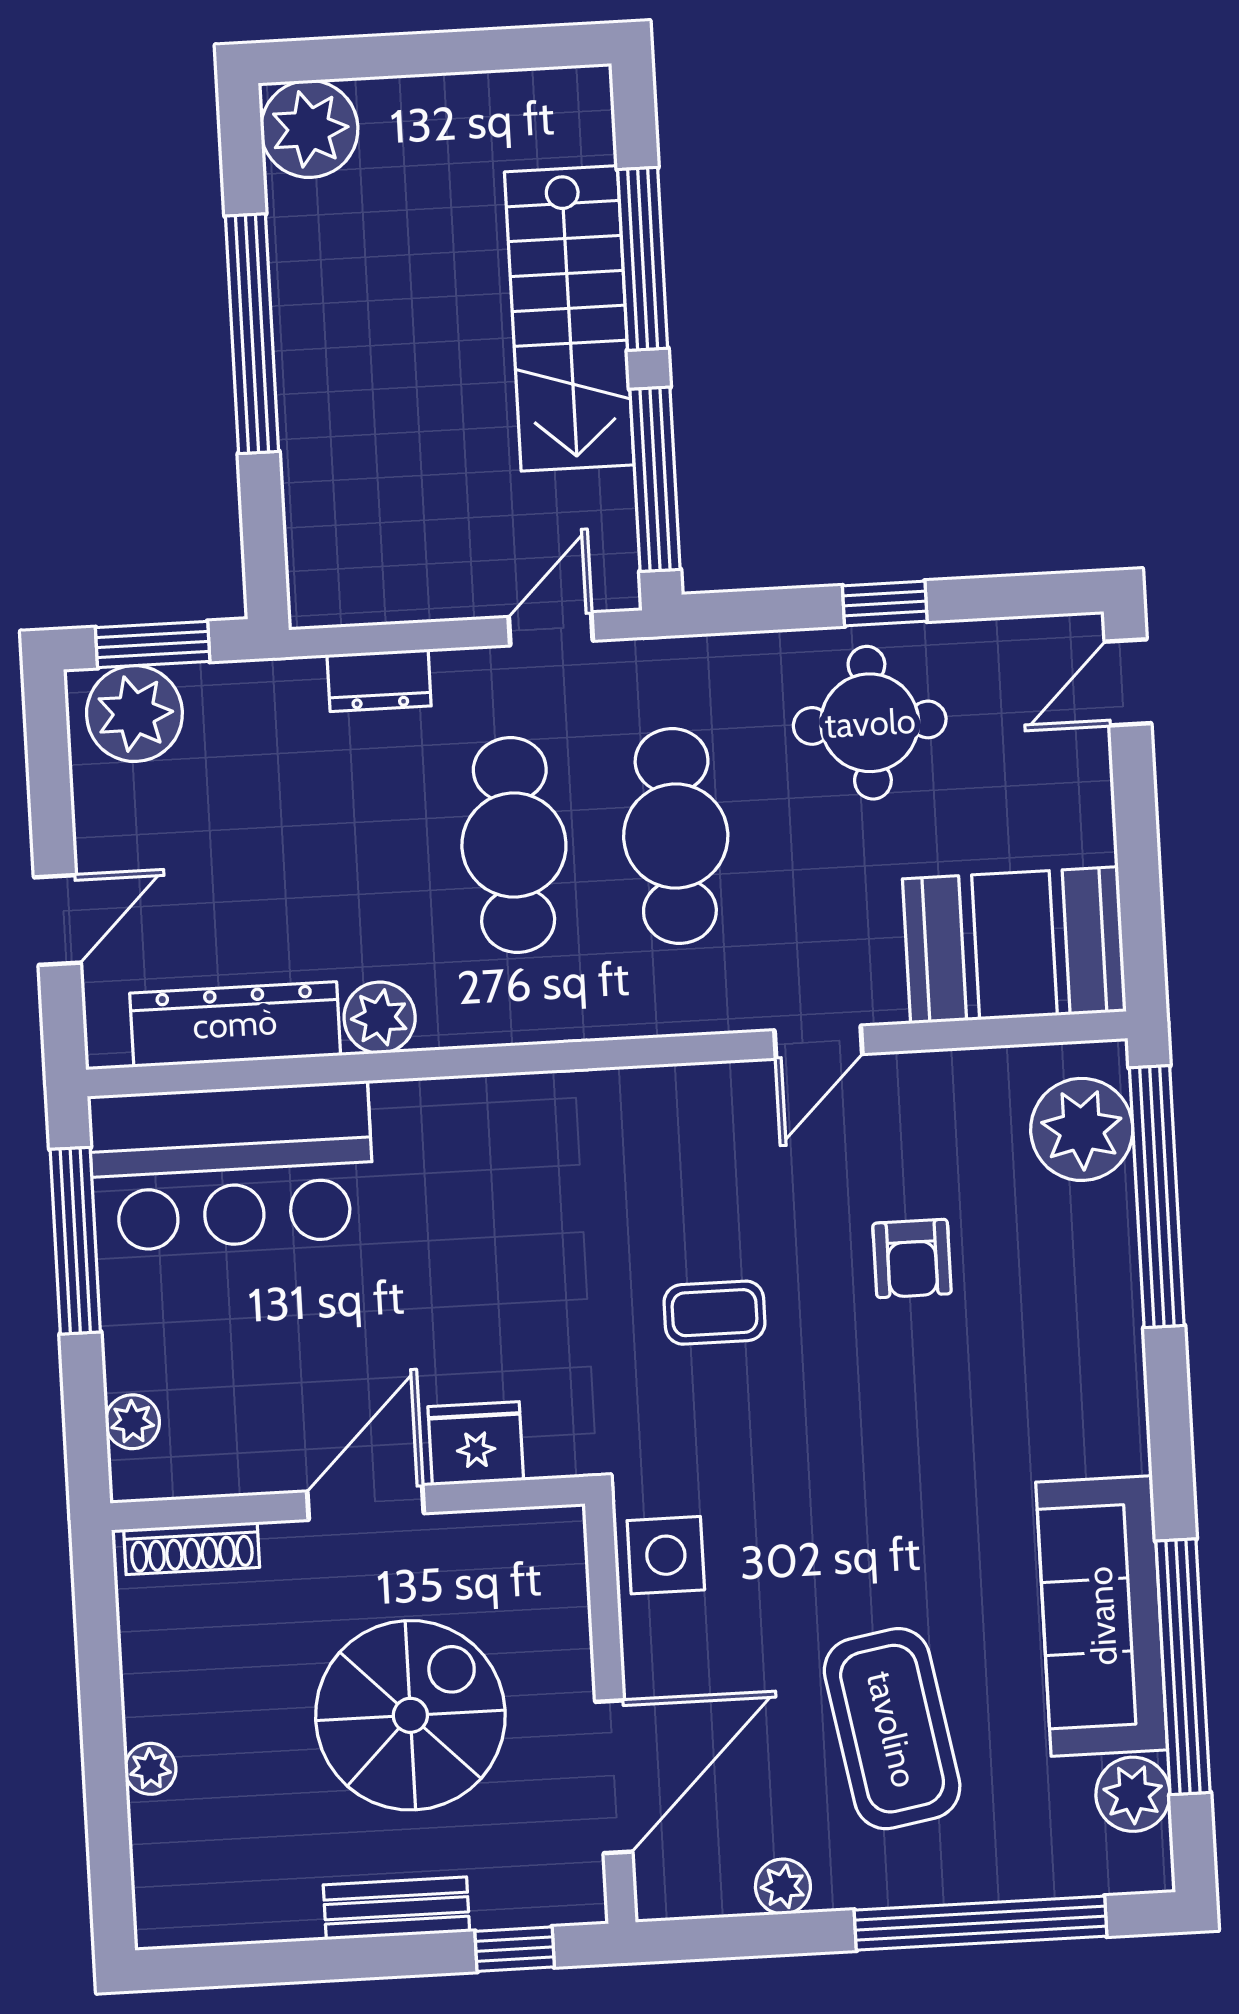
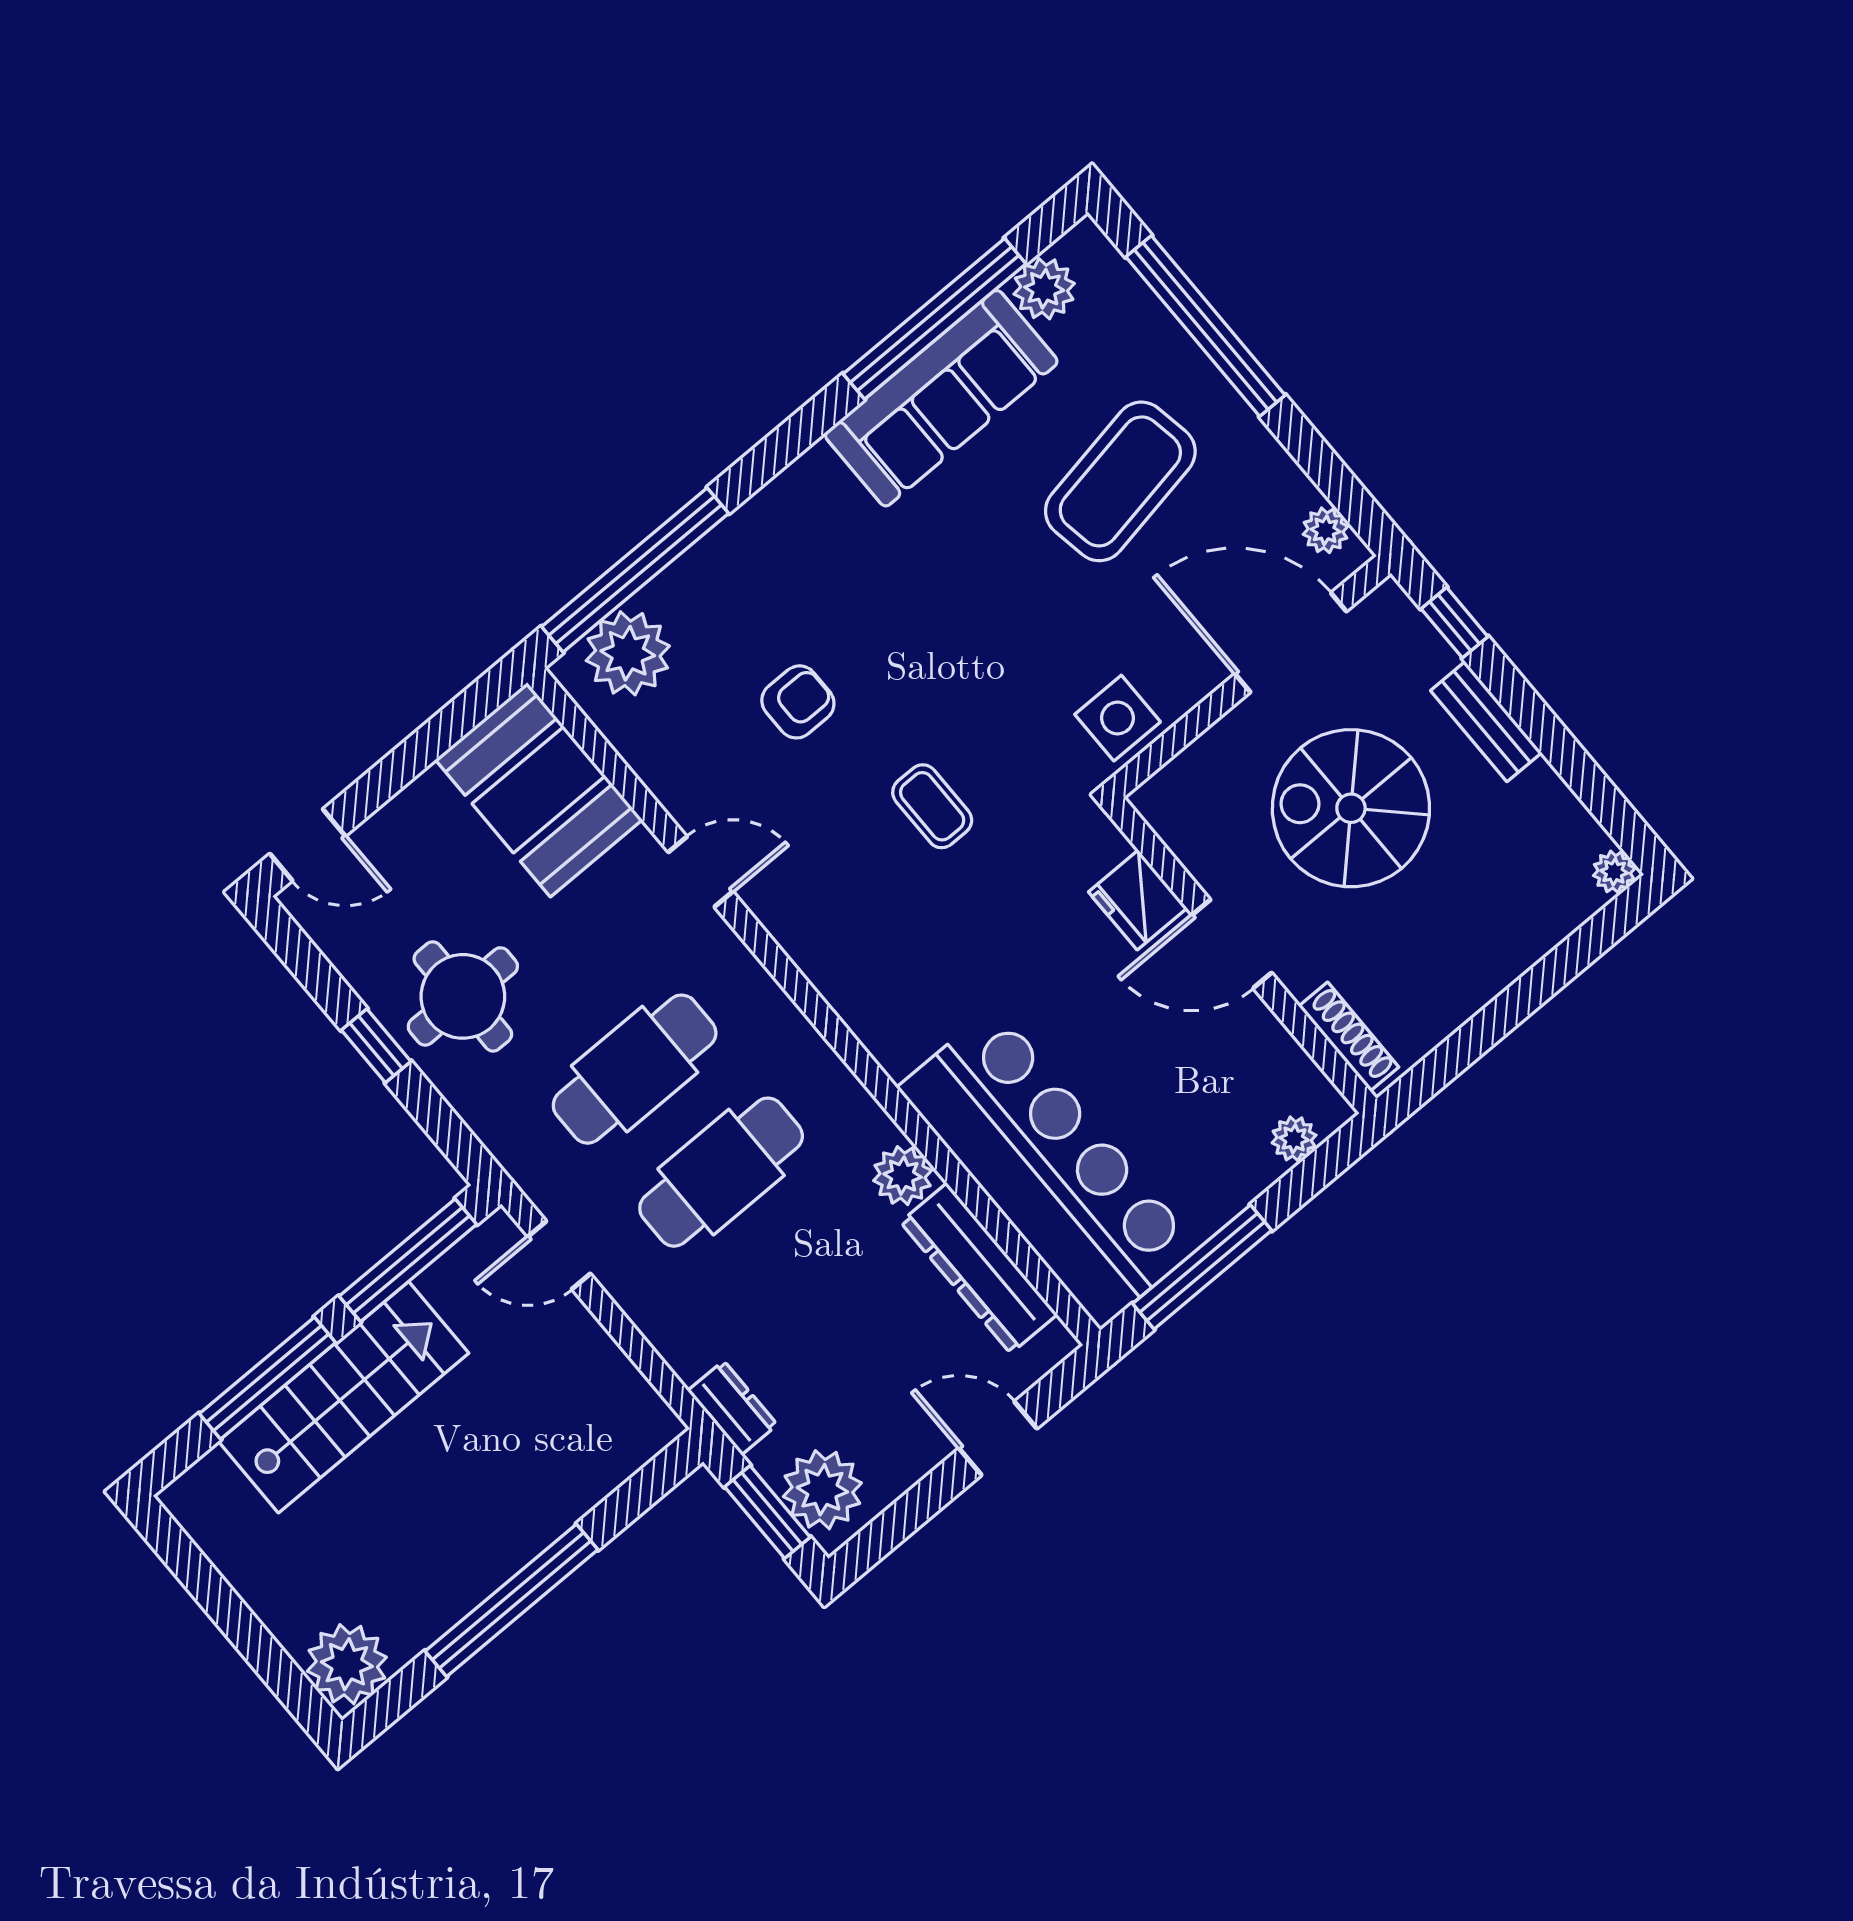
dresser: (379, 680) -> (732, 1408), moved
bar counter: (232, 1166) -> (1048, 1168), width x1.36
plant: (150, 1769) -> (1614, 872), moved
plant: (783, 1886) -> (1325, 530), moved

